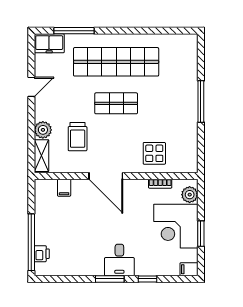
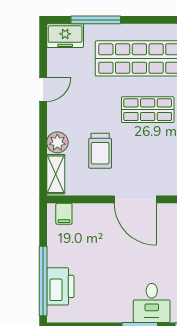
filing cabinet: (64, 188) -> (64, 214), moved
printer: (42, 254) -> (60, 286), width x1.87, depth x1.48

